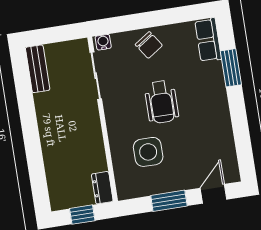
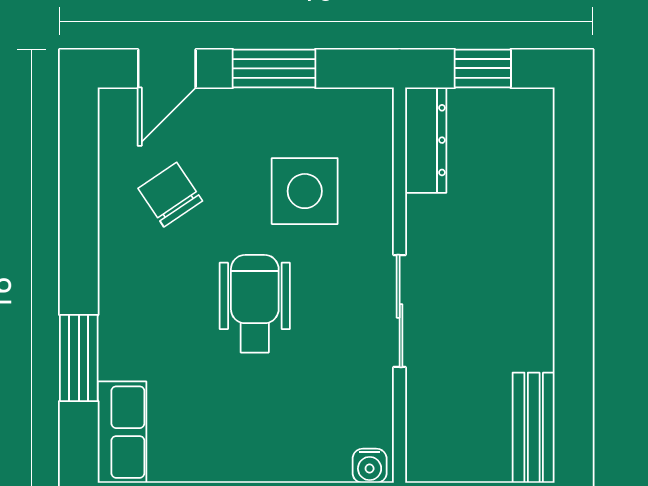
chair: (149, 45) -> (170, 195), moved
sliding door: (96, 76) -> (400, 311), moved
dresser: (102, 188) -> (426, 140), width x1.44

